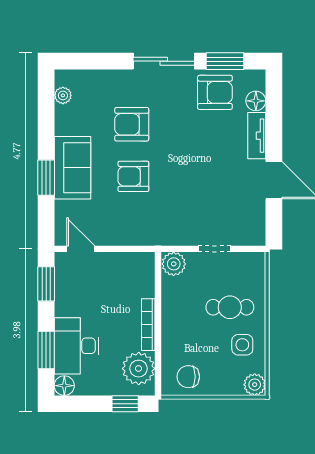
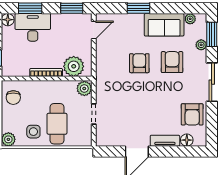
window: (225, 61) -> (212, 34), moved
plant: (104, 78) -> (201, 45), added
sofa: (72, 168) -> (164, 25), moved
cafe table: (230, 307) -> (57, 124), width x1.37, depth x1.35
plant: (139, 369) -> (74, 66), moved
chair: (188, 377) -> (13, 98), turned 180

